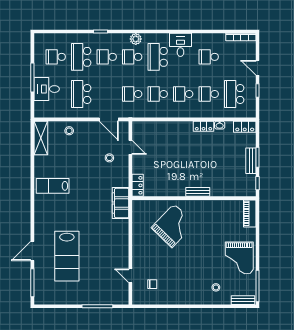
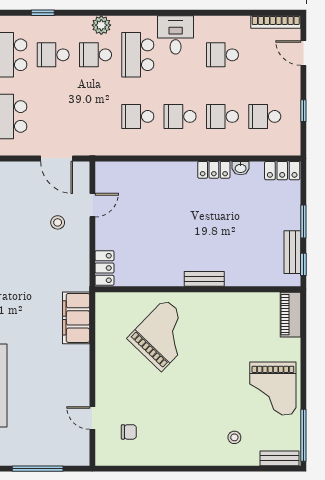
door: (258, 68) -> (303, 53), moved
school desk: (132, 94) -> (95, 116), removed
school desk: (234, 94) -> (265, 116), width x0.54
door: (130, 147) -> (92, 205), hinge flipped
bench: (251, 161) -> (292, 252), moved
filing cabinet: (121, 203) -> (76, 318), moved

